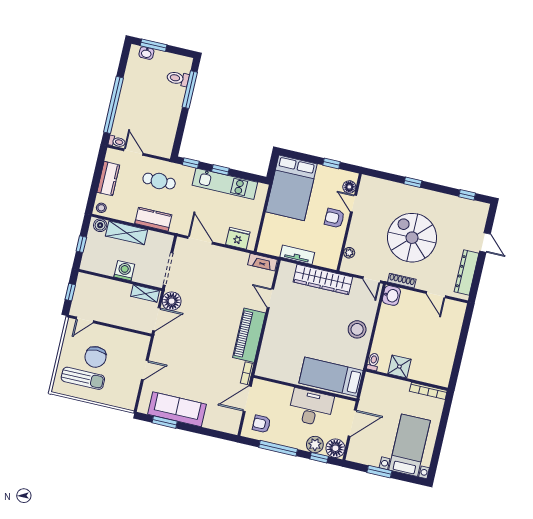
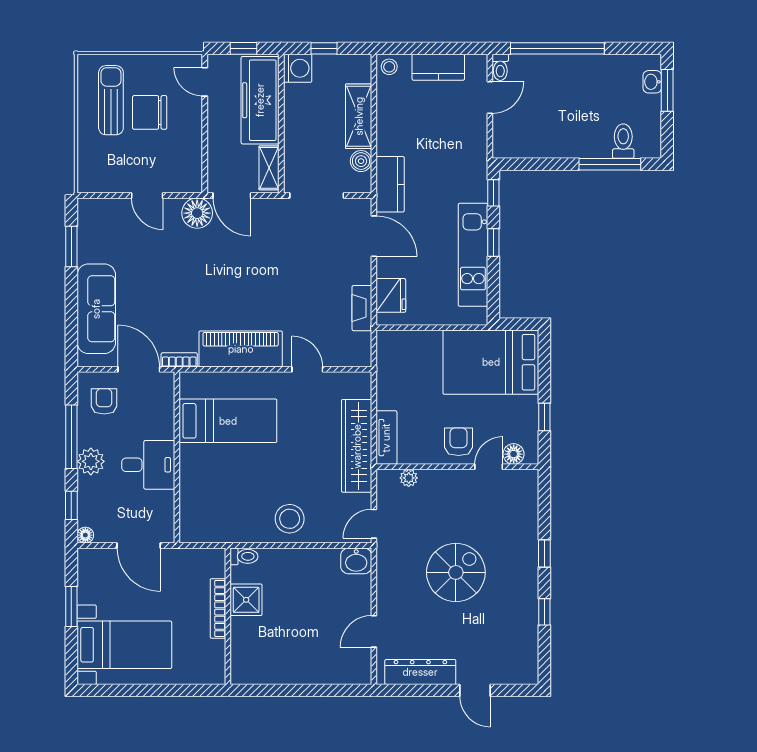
cafe table: (159, 181) -> (453, 149), removed
window: (467, 195) -> (544, 612), moved
kitchen counter: (153, 219) -> (390, 184), moved
boiler: (100, 225) -> (361, 161), moved
spiral stairs: (412, 238) -> (456, 572), width x0.73, depth x0.73
door: (200, 240) -> (374, 236), hinge flipped
door: (485, 242) -> (475, 690), hinge flipped
tv unit: (297, 255) -> (386, 438), moved
fireplace: (262, 262) -> (362, 308), moved
washing machine: (124, 271) -> (298, 68), moved
shoe rack: (402, 281) -> (384, 572), removed
freezer: (103, 289) -> (260, 100), added
door: (270, 298) -> (307, 369), hinge flipped
floor lamp: (172, 301) -> (197, 213), moved
bed: (331, 377) -> (228, 421), moved, turned 90
sun lounger: (83, 378) -> (111, 100), turned 180
bookcase: (428, 391) -> (218, 608), moved
desk: (311, 408) -> (148, 465), width x0.73
sofa: (177, 409) -> (96, 309), moved
plant: (315, 445) -> (91, 461), moved
floor lamp: (335, 448) -> (85, 535), width x0.53, depth x0.53

